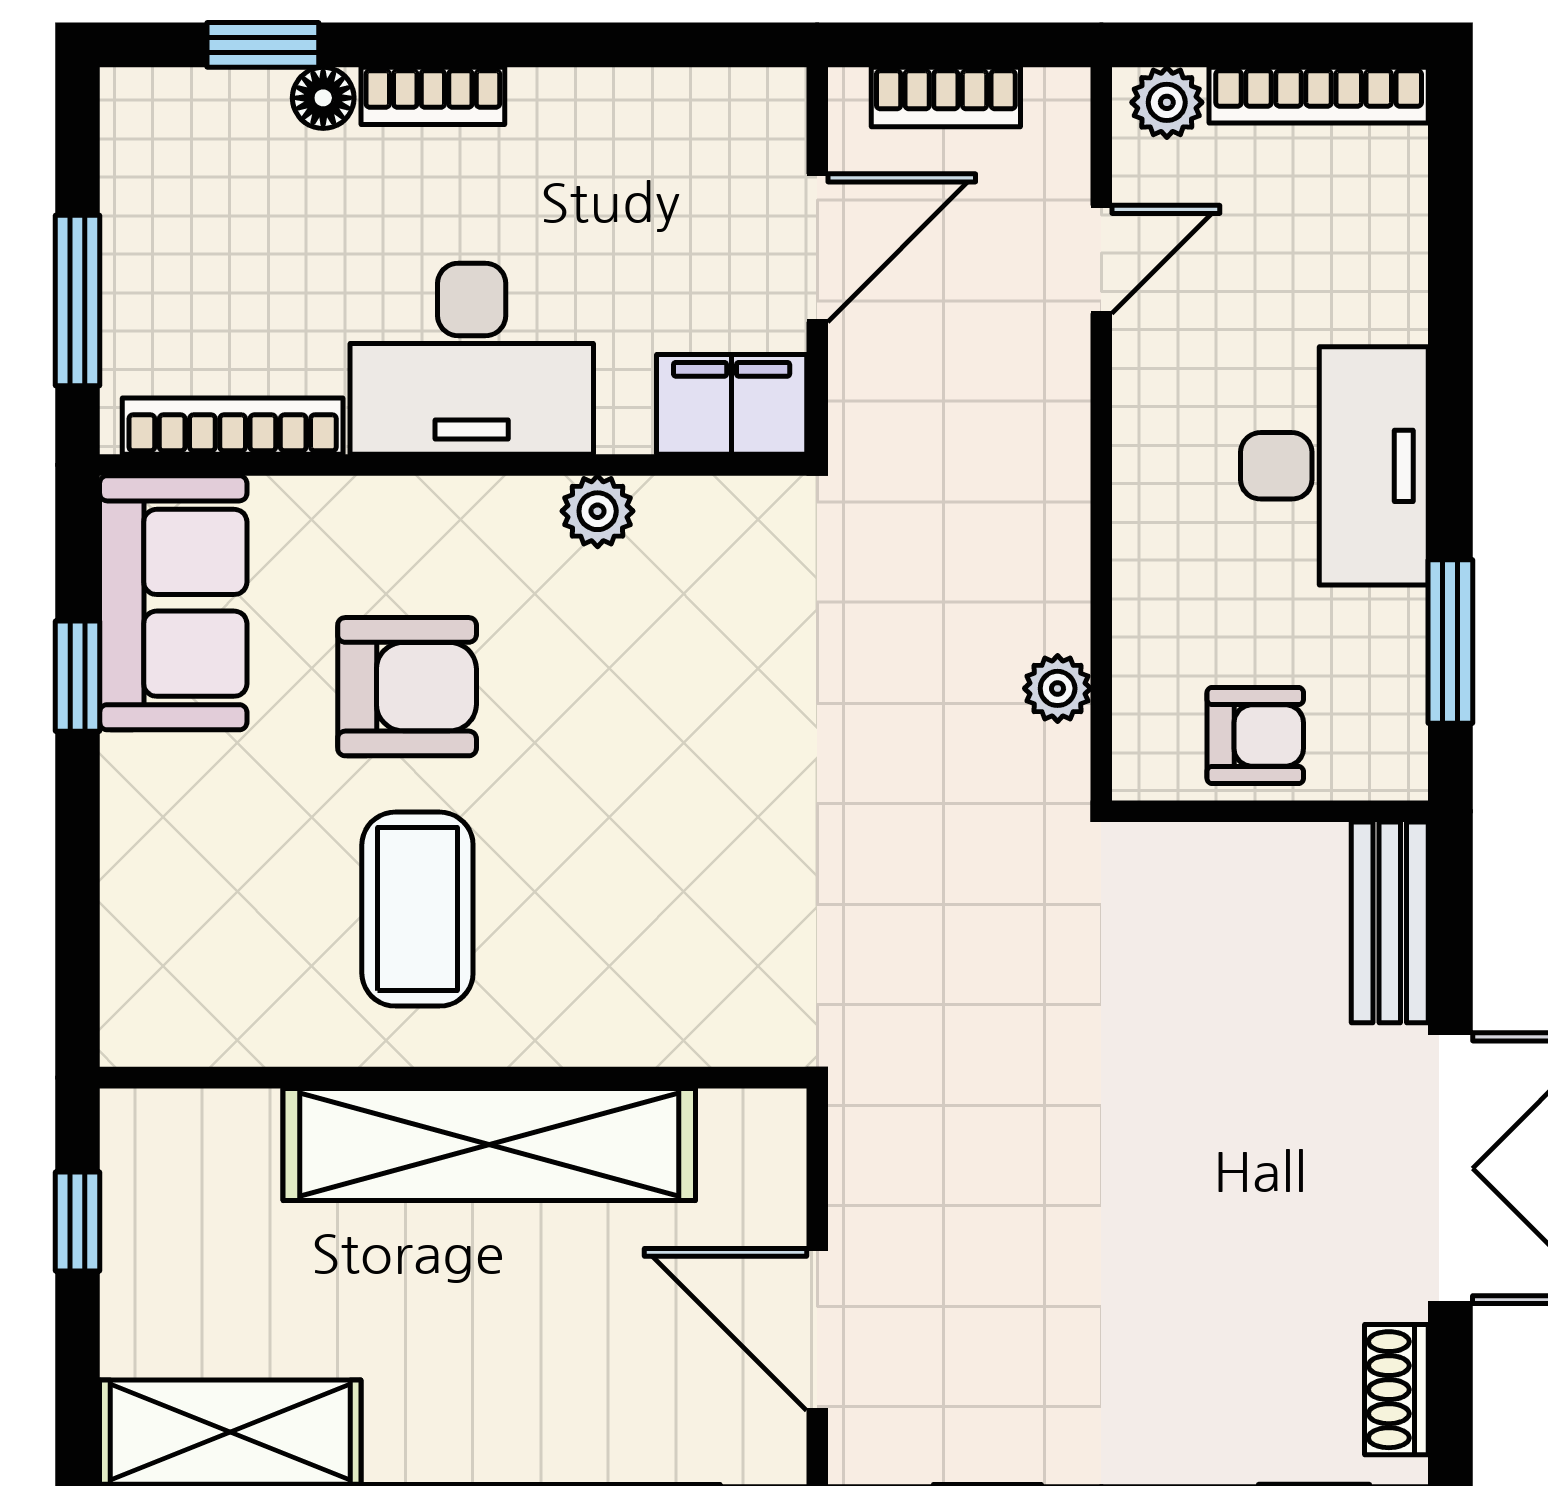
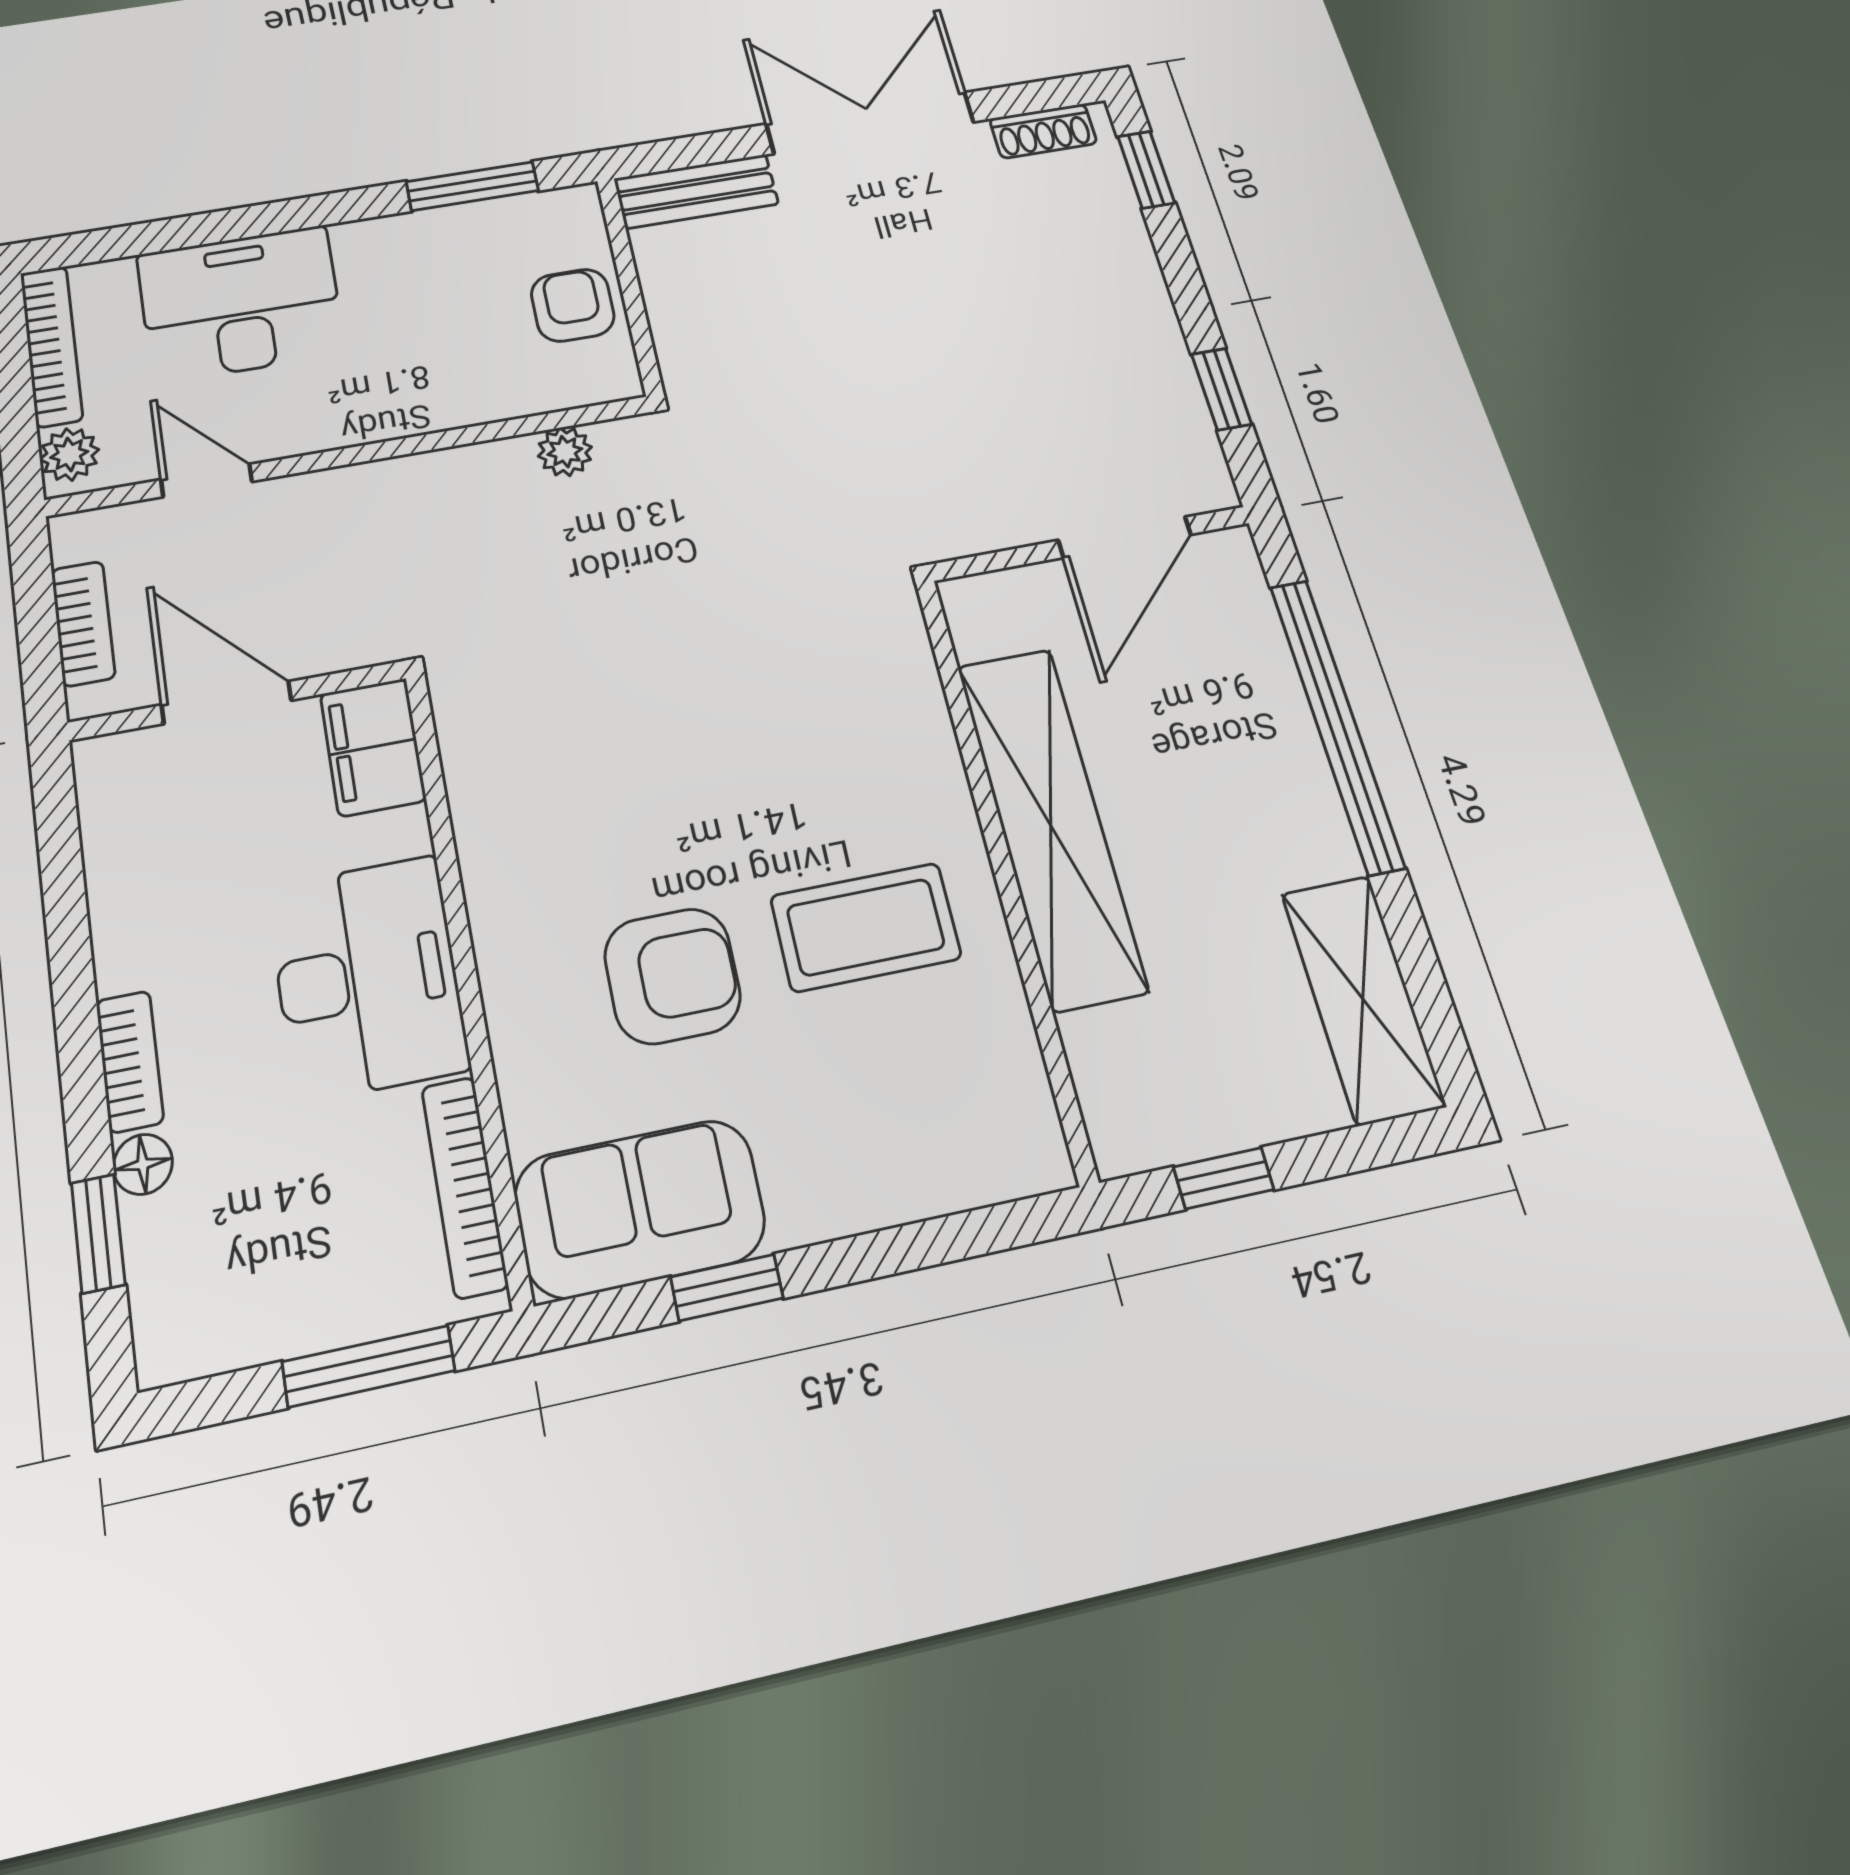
desk: (1334, 466) -> (241, 304), moved
plant: (598, 511) -> (485, 841), removed
armchair: (407, 687) -> (672, 976), turned 90

